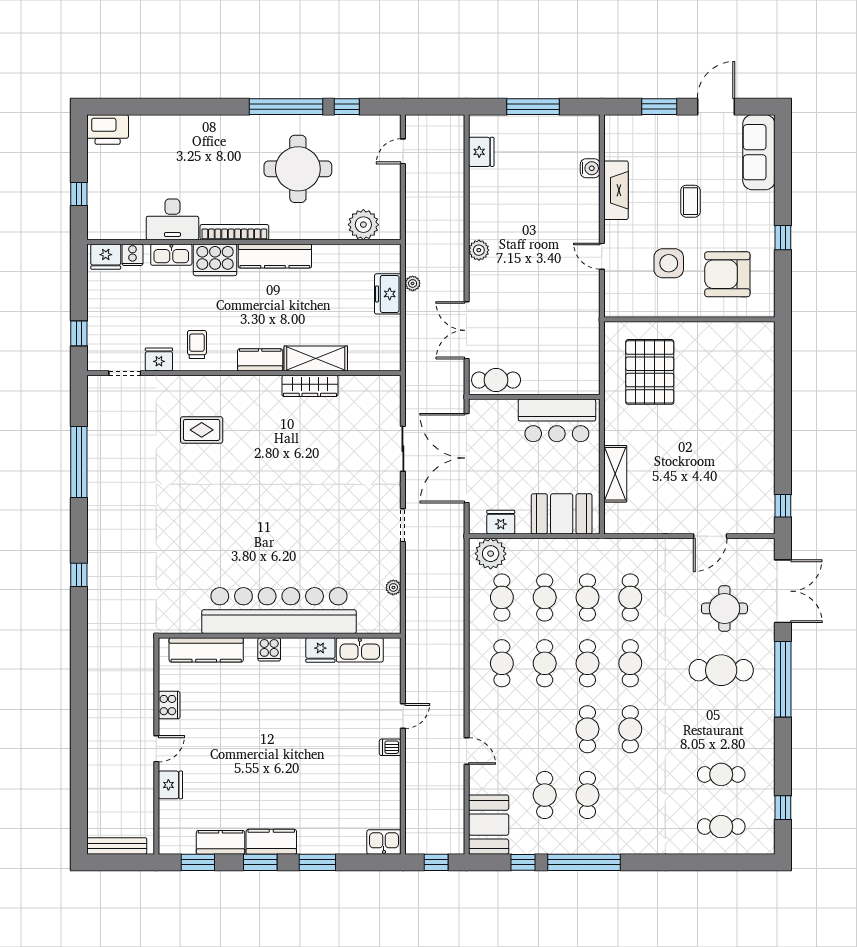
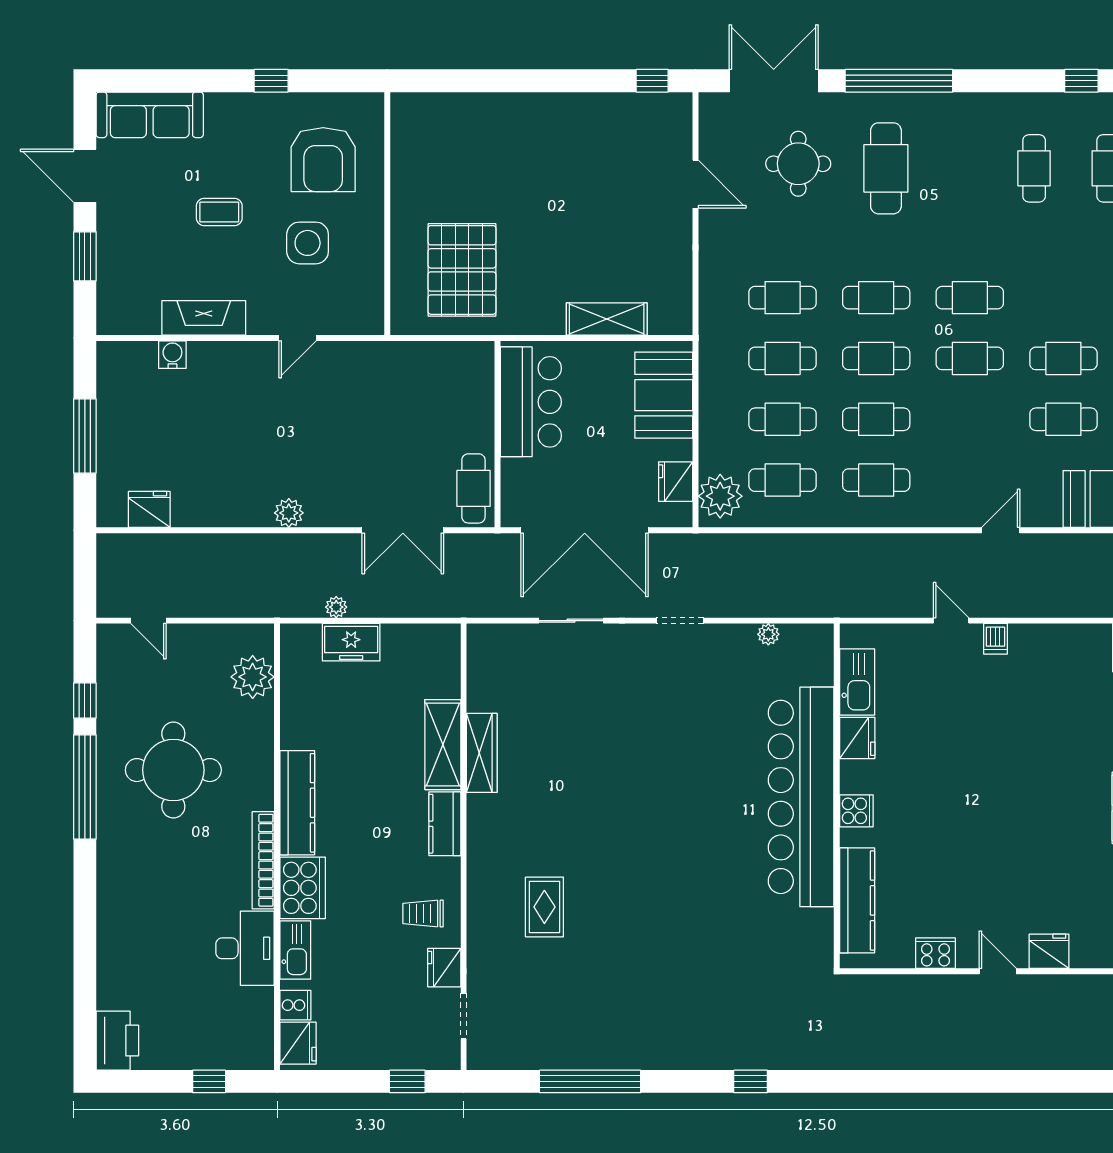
pallet: (650, 372) -> (462, 270), turned 90

